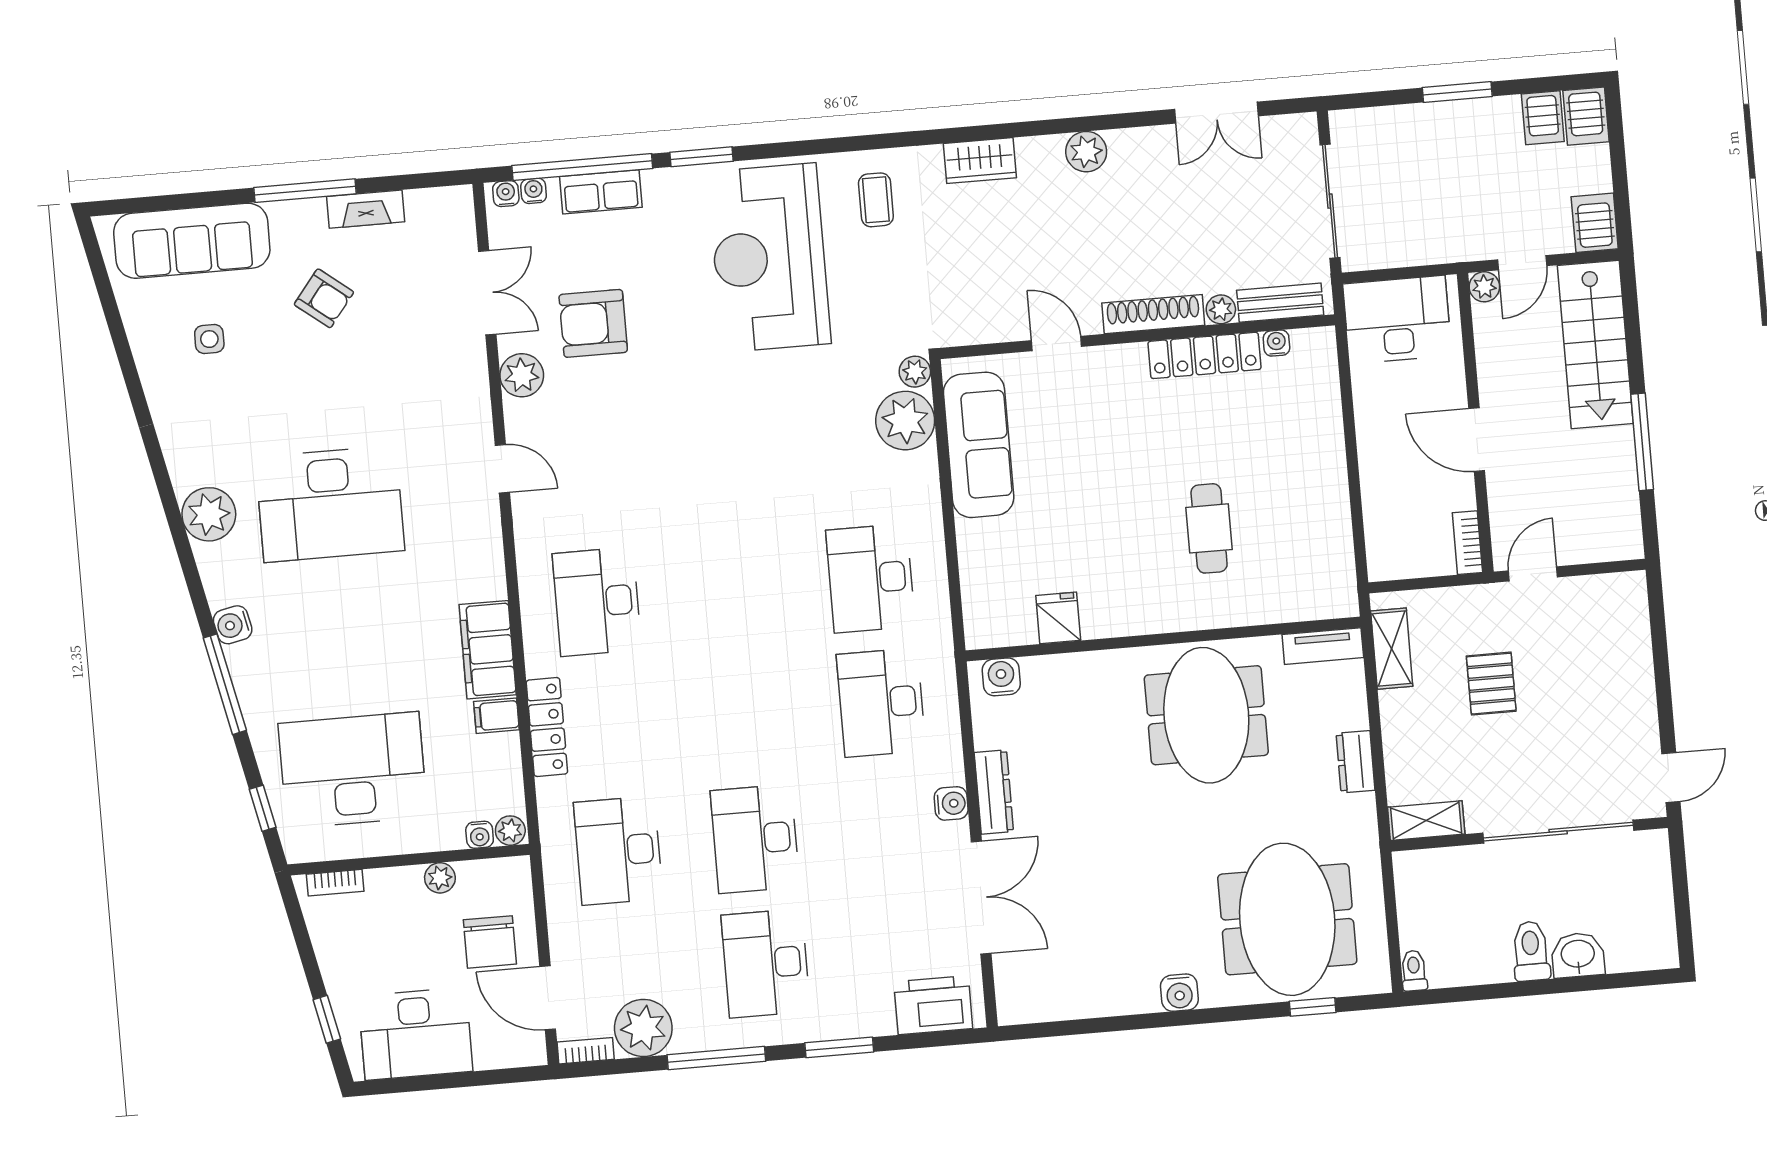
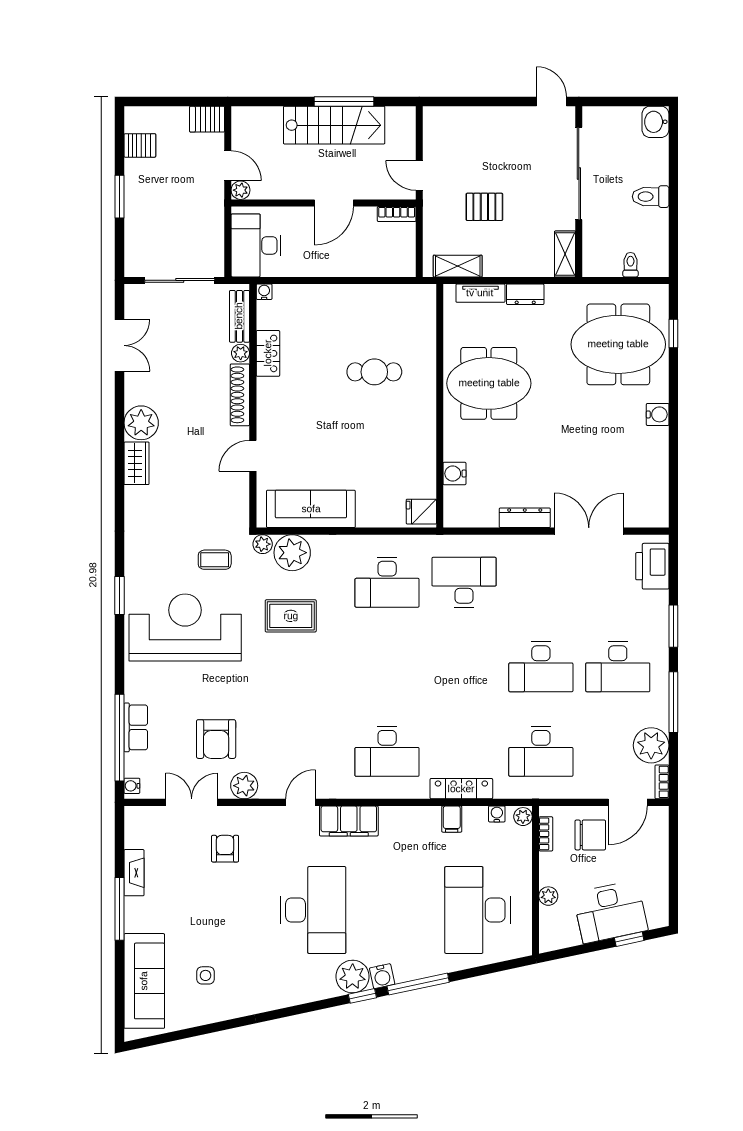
server rack: (1586, 116) -> (141, 119), removed
plant: (1086, 152) -> (141, 423), width x1.36, depth x1.36
window: (702, 157) -> (120, 595), moved
wardrobe: (980, 161) -> (137, 463), moved
water cooler: (534, 191) -> (132, 769), removed
coffee table: (876, 200) -> (215, 560), moved
reception desk: (769, 258) -> (185, 628), turned 180
armchair: (324, 298) -> (225, 849), moved, turned -38
water cooler: (1276, 343) -> (264, 292), moved, turned 90
stairs: (1595, 344) -> (334, 125), moved
locker: (1205, 355) -> (268, 353), width x0.66
rug: (803, 427) -> (291, 616), added
plant: (209, 514) -> (353, 977), moved
fridge: (1058, 618) -> (421, 512), moved
tv unit: (1323, 646) -> (480, 293), moved, turned 90
filing cabinet: (488, 650) -> (349, 821), moved
water cooler: (1001, 677) -> (455, 474), moved
desk: (881, 703) -> (464, 582), turned 180
water cooler: (951, 803) -> (530, 545), removed
window: (263, 808) -> (362, 996), moved
water cooler: (480, 835) -> (497, 814), moved, turned -90
plant: (440, 878) -> (548, 896), moved
bookcase: (335, 883) -> (546, 834), moved
washbasin: (1578, 955) -> (655, 122), moved
toilet: (1414, 971) -> (630, 265), moved, turned 90
desk: (416, 1034) -> (610, 912), moved, turned 78

